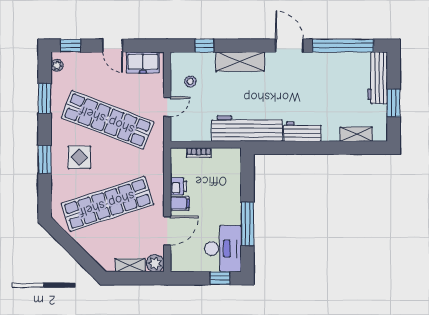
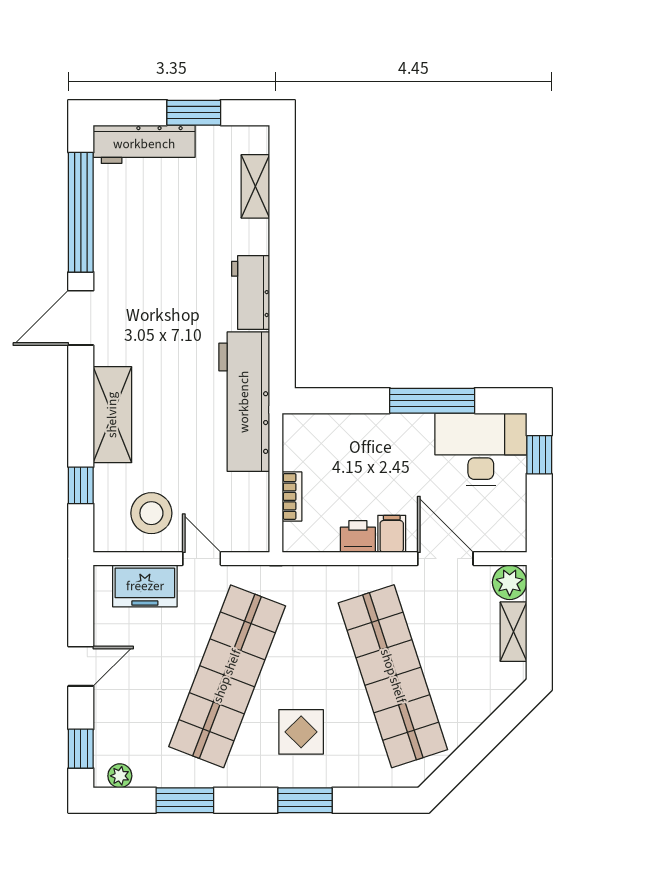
freezer: (143, 63) -> (145, 586), moved, turned 90
stool: (190, 81) -> (151, 513), width x1.89, depth x1.89

